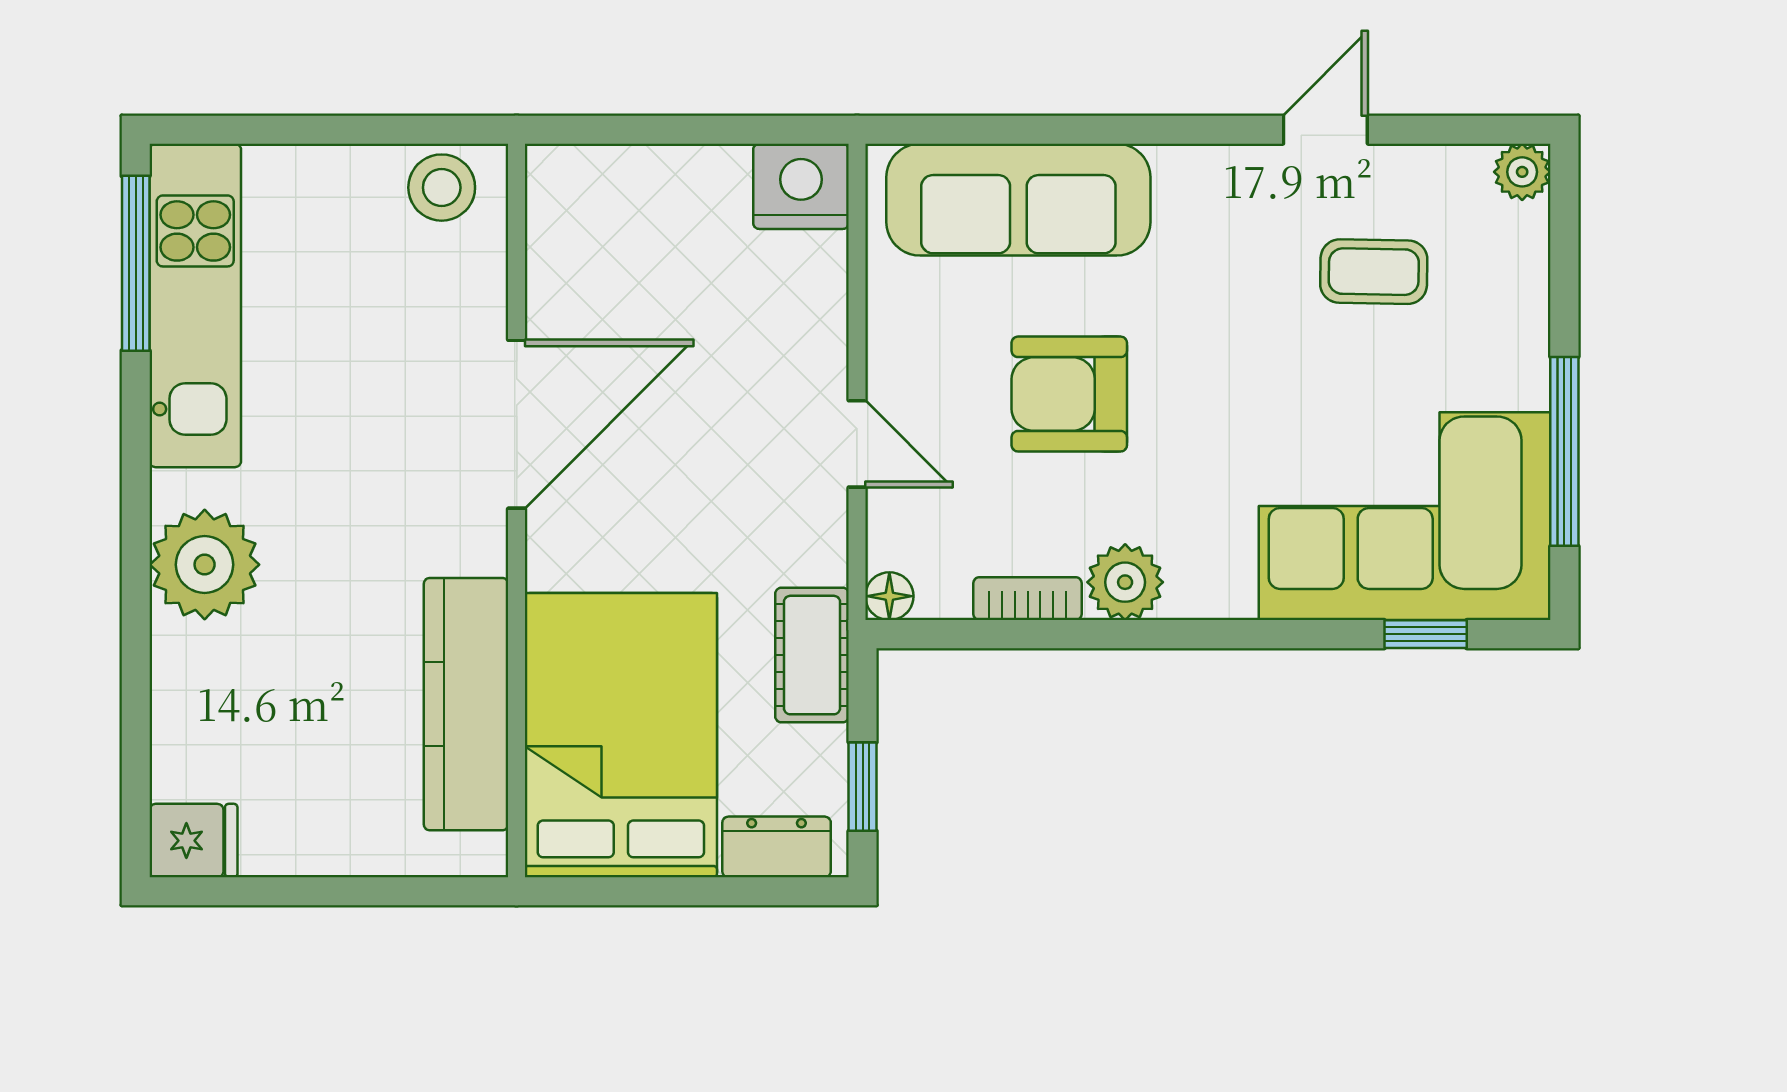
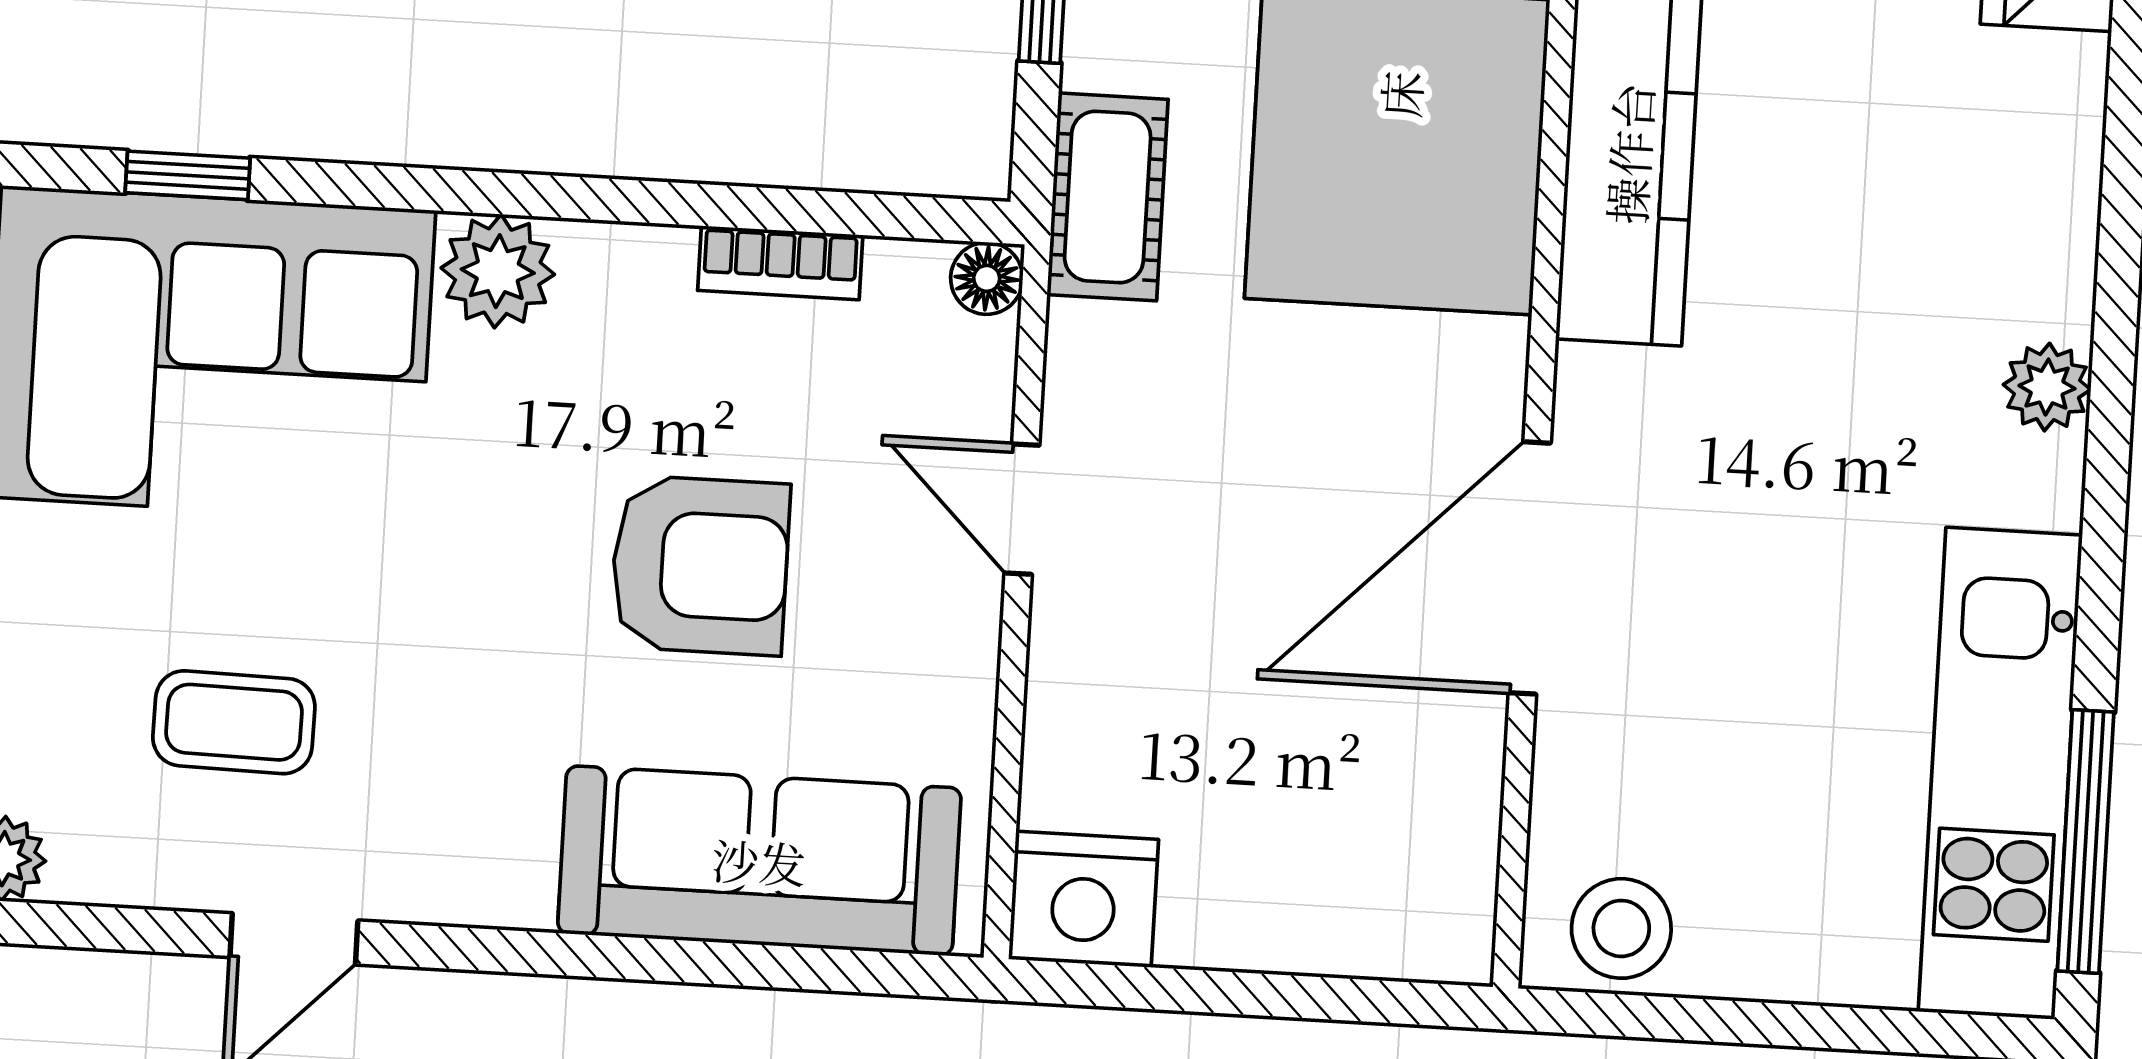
plant: (205, 565) -> (2047, 387), width x0.53, depth x0.53
plant: (1125, 582) -> (498, 271), moved

